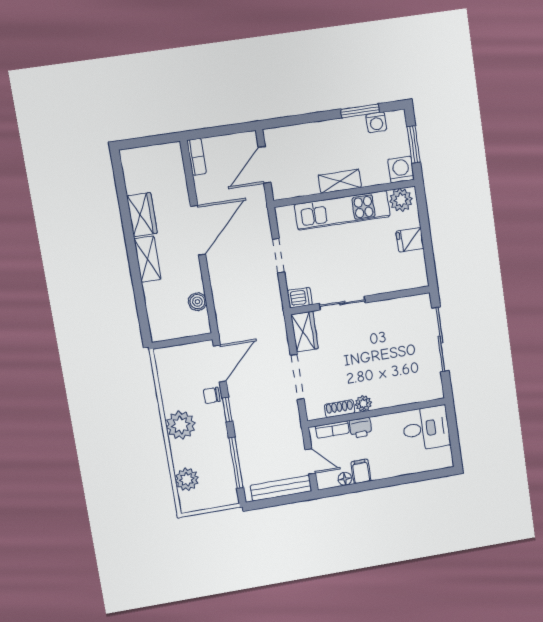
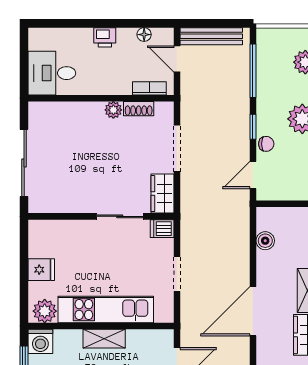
door: (220, 363) -> (253, 175), width x0.73
printer: (361, 428) -> (105, 37), moved, turned 180
filing cabinet: (361, 471) -> (126, 40), removed

